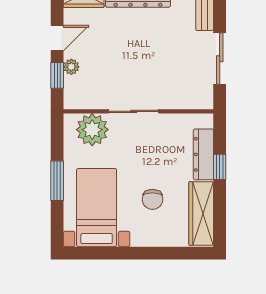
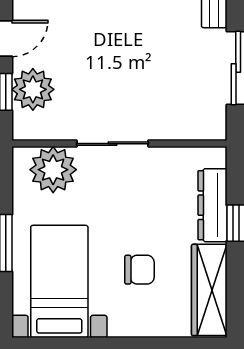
plant: (71, 67) -> (33, 89), width x1.88, depth x1.88
chair: (153, 199) -> (140, 270), turned -91

